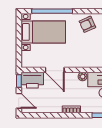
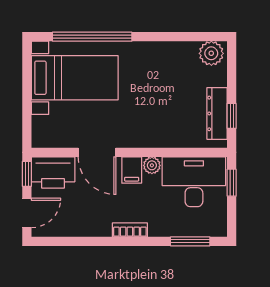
armchair: (87, 24) -> (161, 63), removed
filing cabinet: (72, 79) -> (132, 170), added
door: (19, 101) -> (27, 213), hinge flipped

